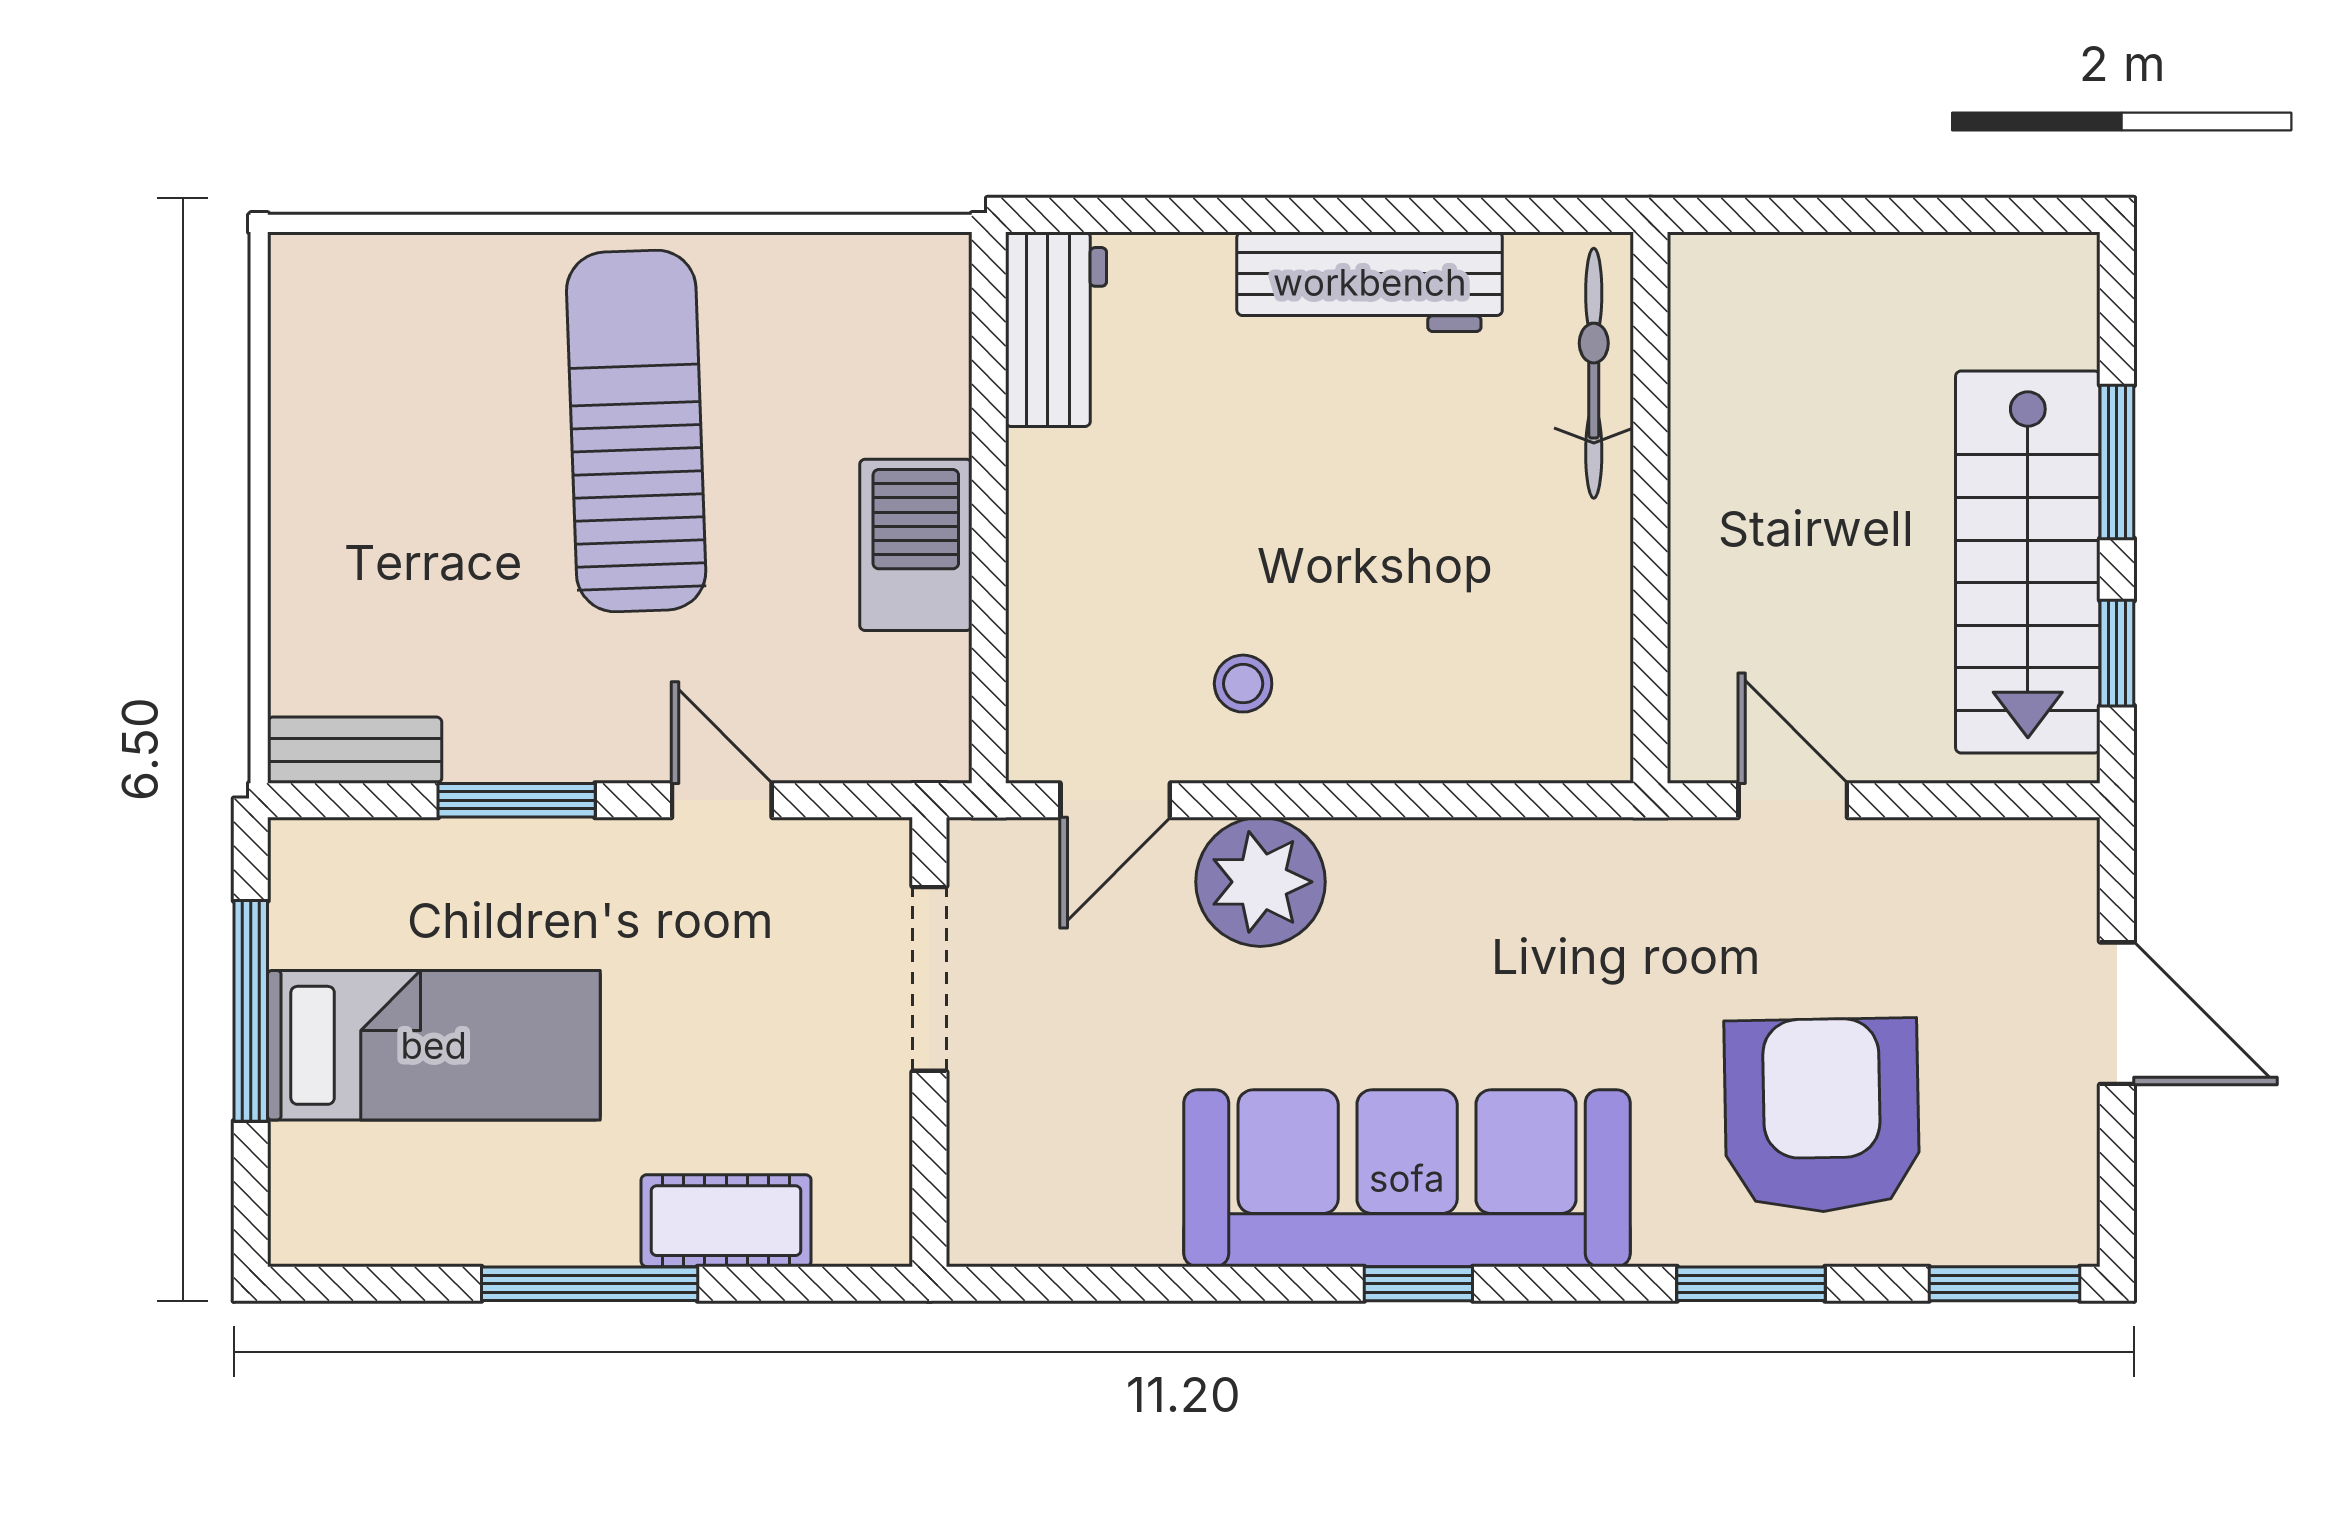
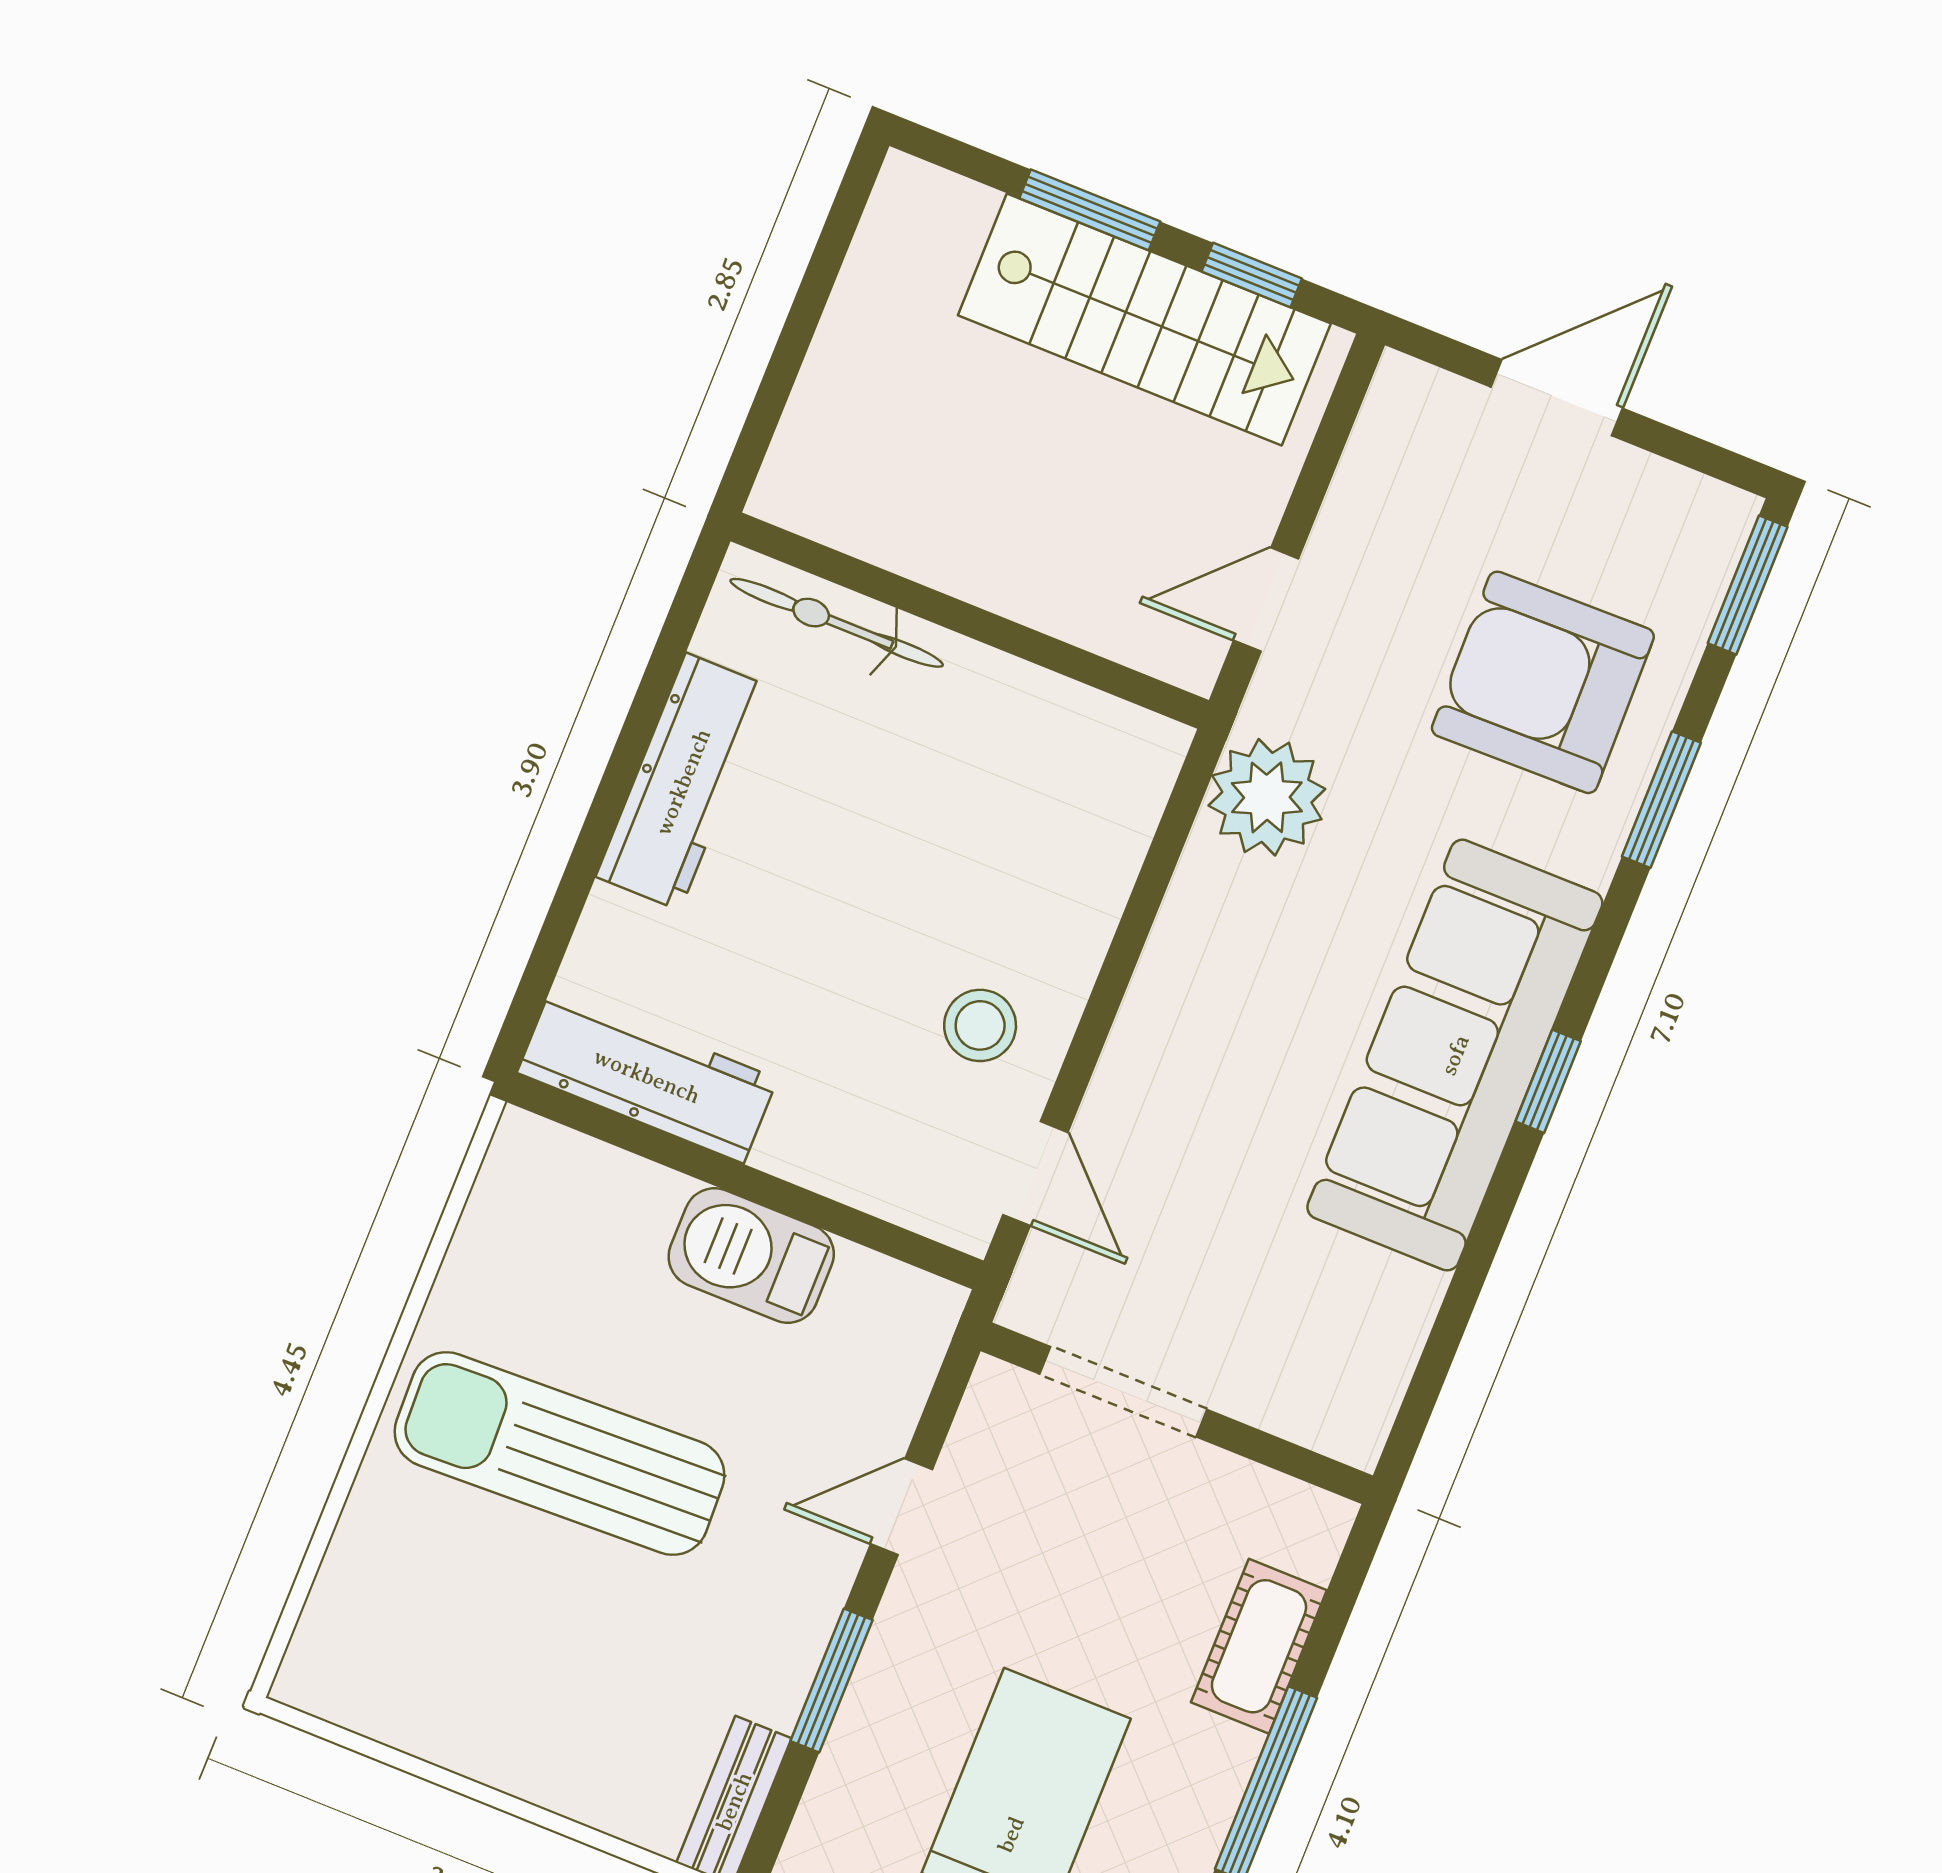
workbench: (1056, 329) -> (647, 1076), width x1.38
stool: (1243, 684) -> (980, 1025), width x1.37, depth x1.37
plant: (1260, 882) -> (1267, 797), moved

